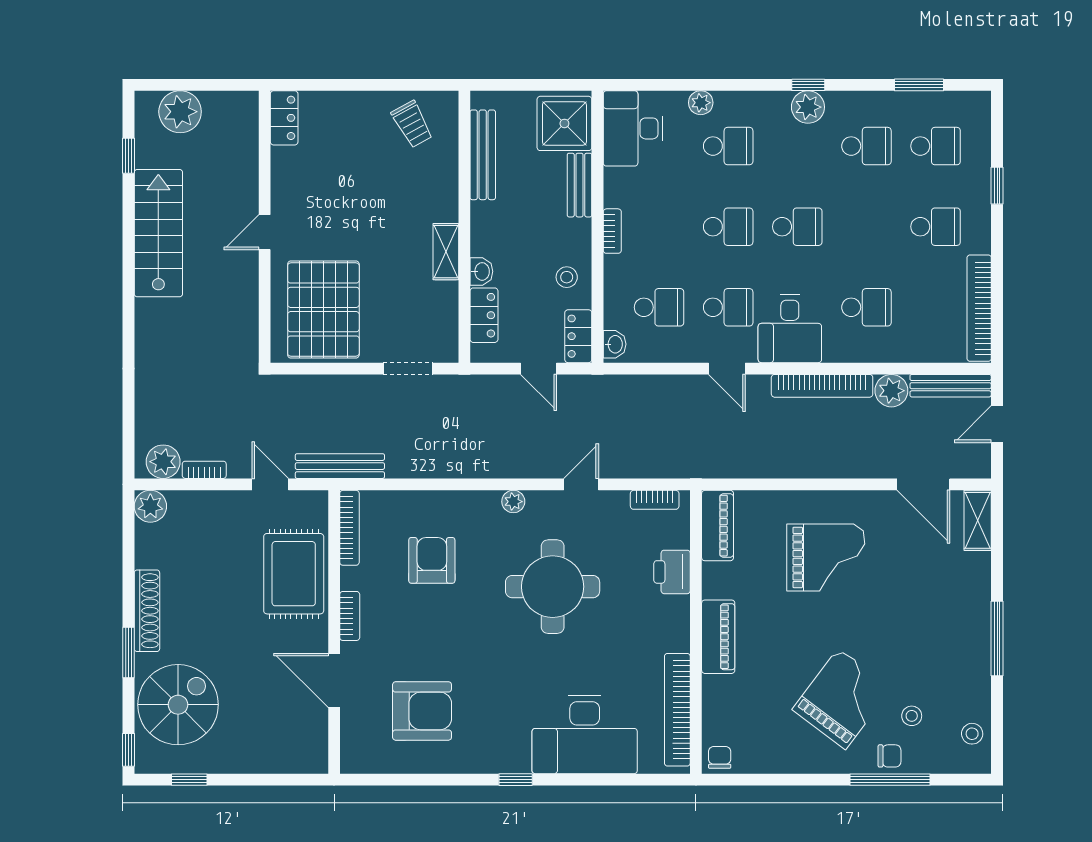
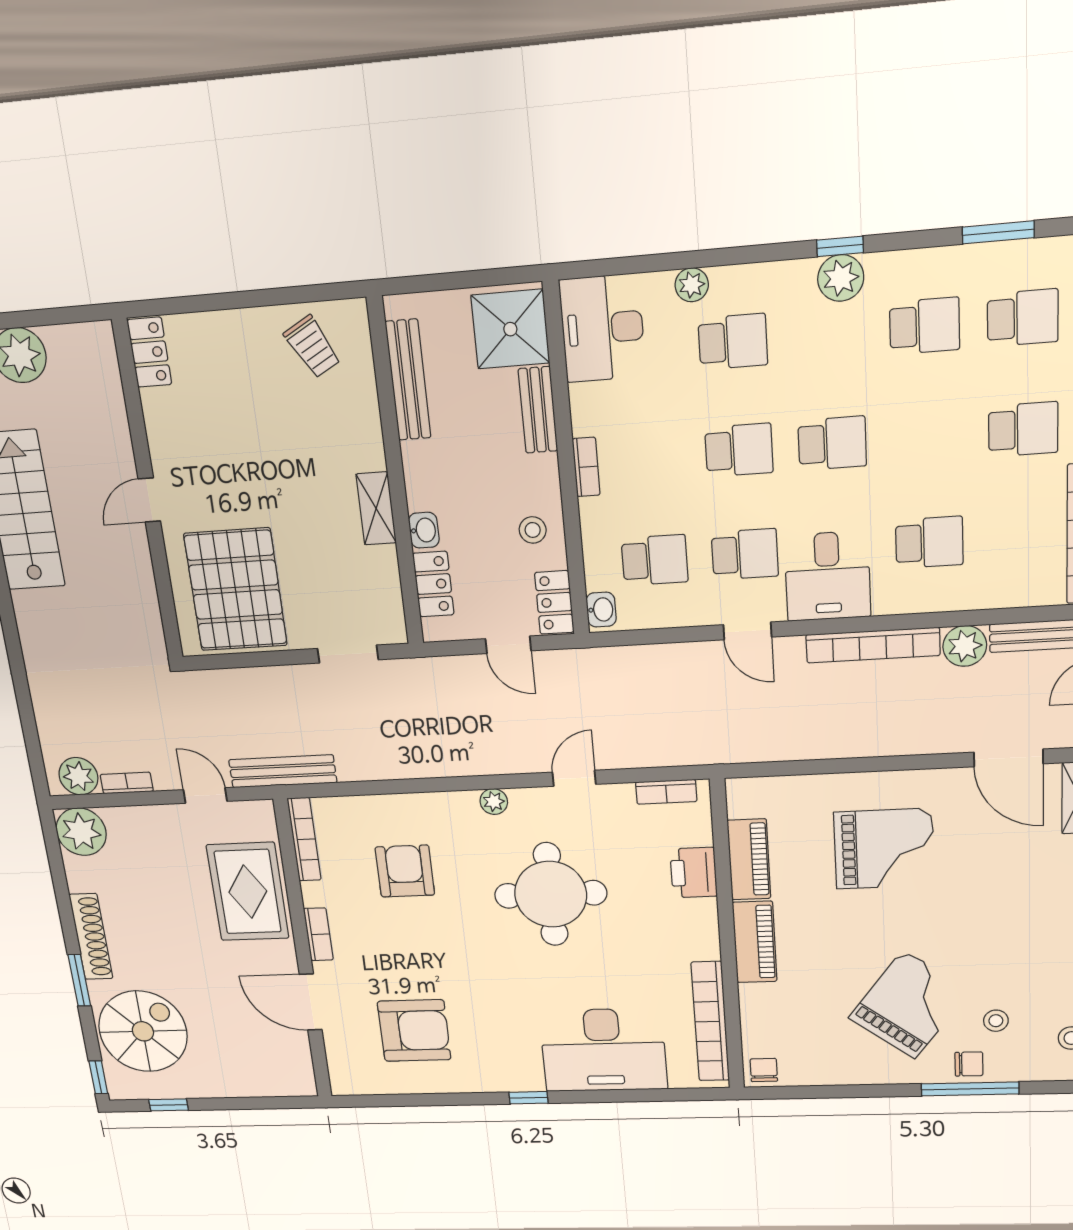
plant: (150, 506) -> (81, 832), width x1.36, depth x1.36
piano: (718, 526) -> (749, 859), moved

